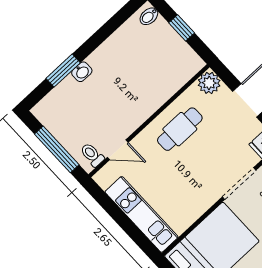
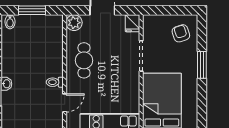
window: (182, 28) -> (32, 10), width x1.50
toilet: (92, 155) -> (55, 82), moved

